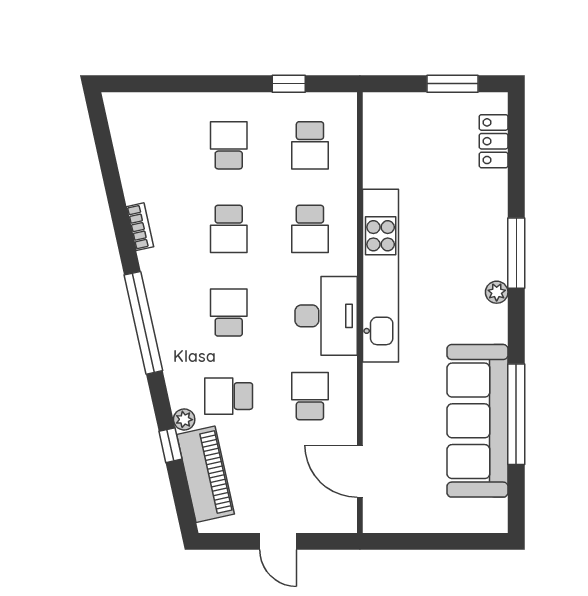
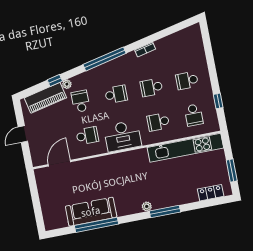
school desk: (229, 145) -> (187, 81), turned 180
school desk: (310, 145) -> (194, 115), turned -90
kitchen unit: (381, 276) -> (185, 148), moved
sofa: (477, 421) -> (91, 212), width x0.74, depth x0.79

